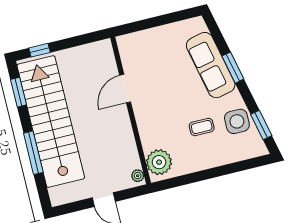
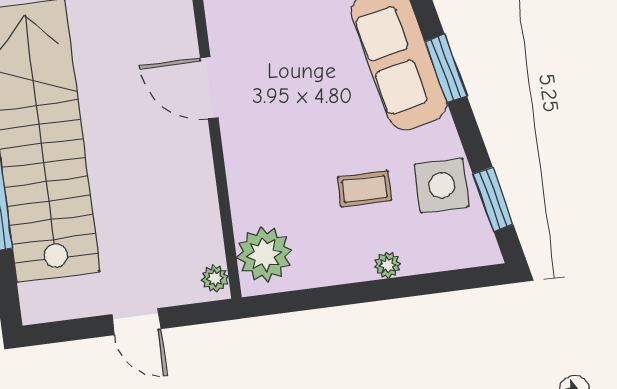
door: (125, 89) -> (209, 88), hinge flipped
plant: (216, 161) -> (388, 265), added

